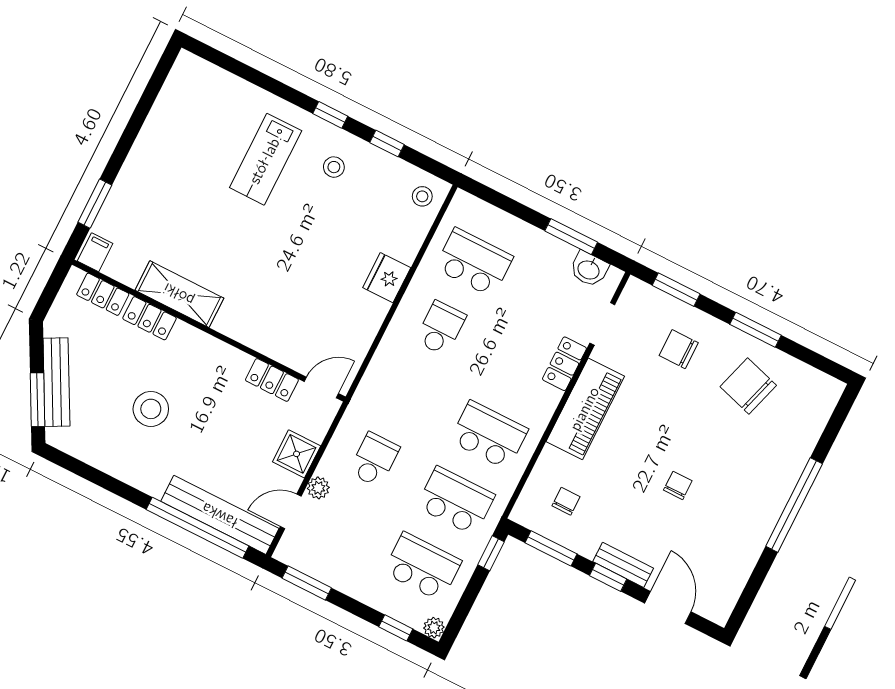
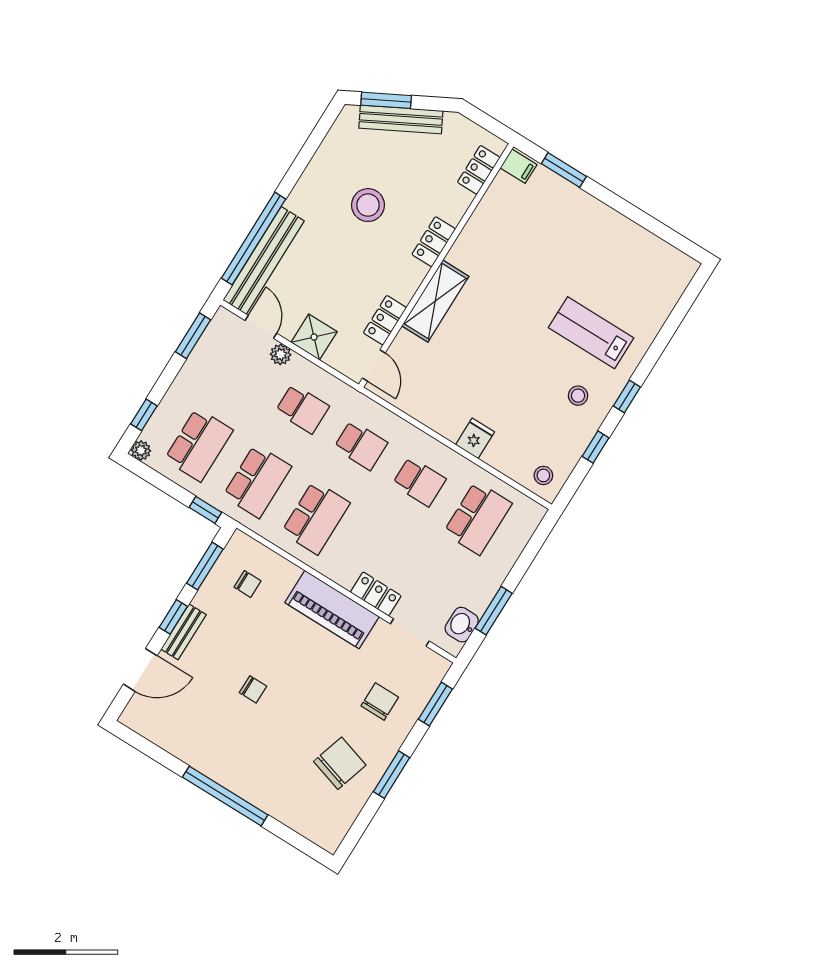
fridge: (387, 278) -> (475, 438), width x0.72
shelving: (179, 294) -> (435, 301), moved
locker: (150, 318) -> (434, 242), moved
school desk: (407, 394) -> (361, 445), added

